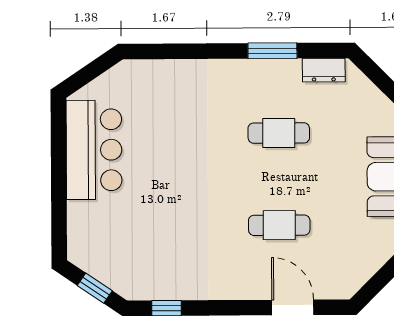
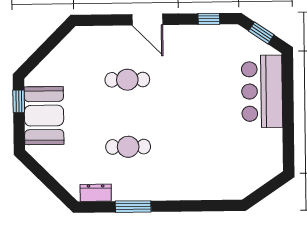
bar counter: (94, 150) -> (262, 91), moved
door: (293, 307) -> (147, 20), moved

